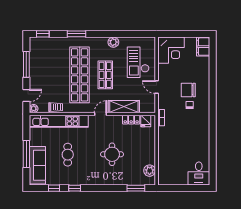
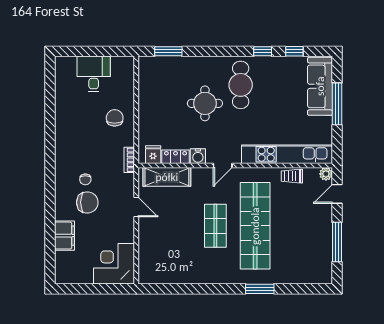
window: (43, 34) -> (312, 289), removed
plant: (113, 42) -> (203, 276), removed
filing cabinet: (203, 47) -> (64, 236), moved
checkout: (138, 62) -> (165, 245), removed
shelving: (124, 107) -> (167, 177), moved
water cooler: (117, 120) -> (198, 156), added
chair: (171, 145) -> (115, 118), added
cafe table: (68, 155) -> (241, 85), moved, width x1.37, depth x1.35
plant: (150, 171) -> (147, 78), removed
desk: (199, 173) -> (94, 74), moved

